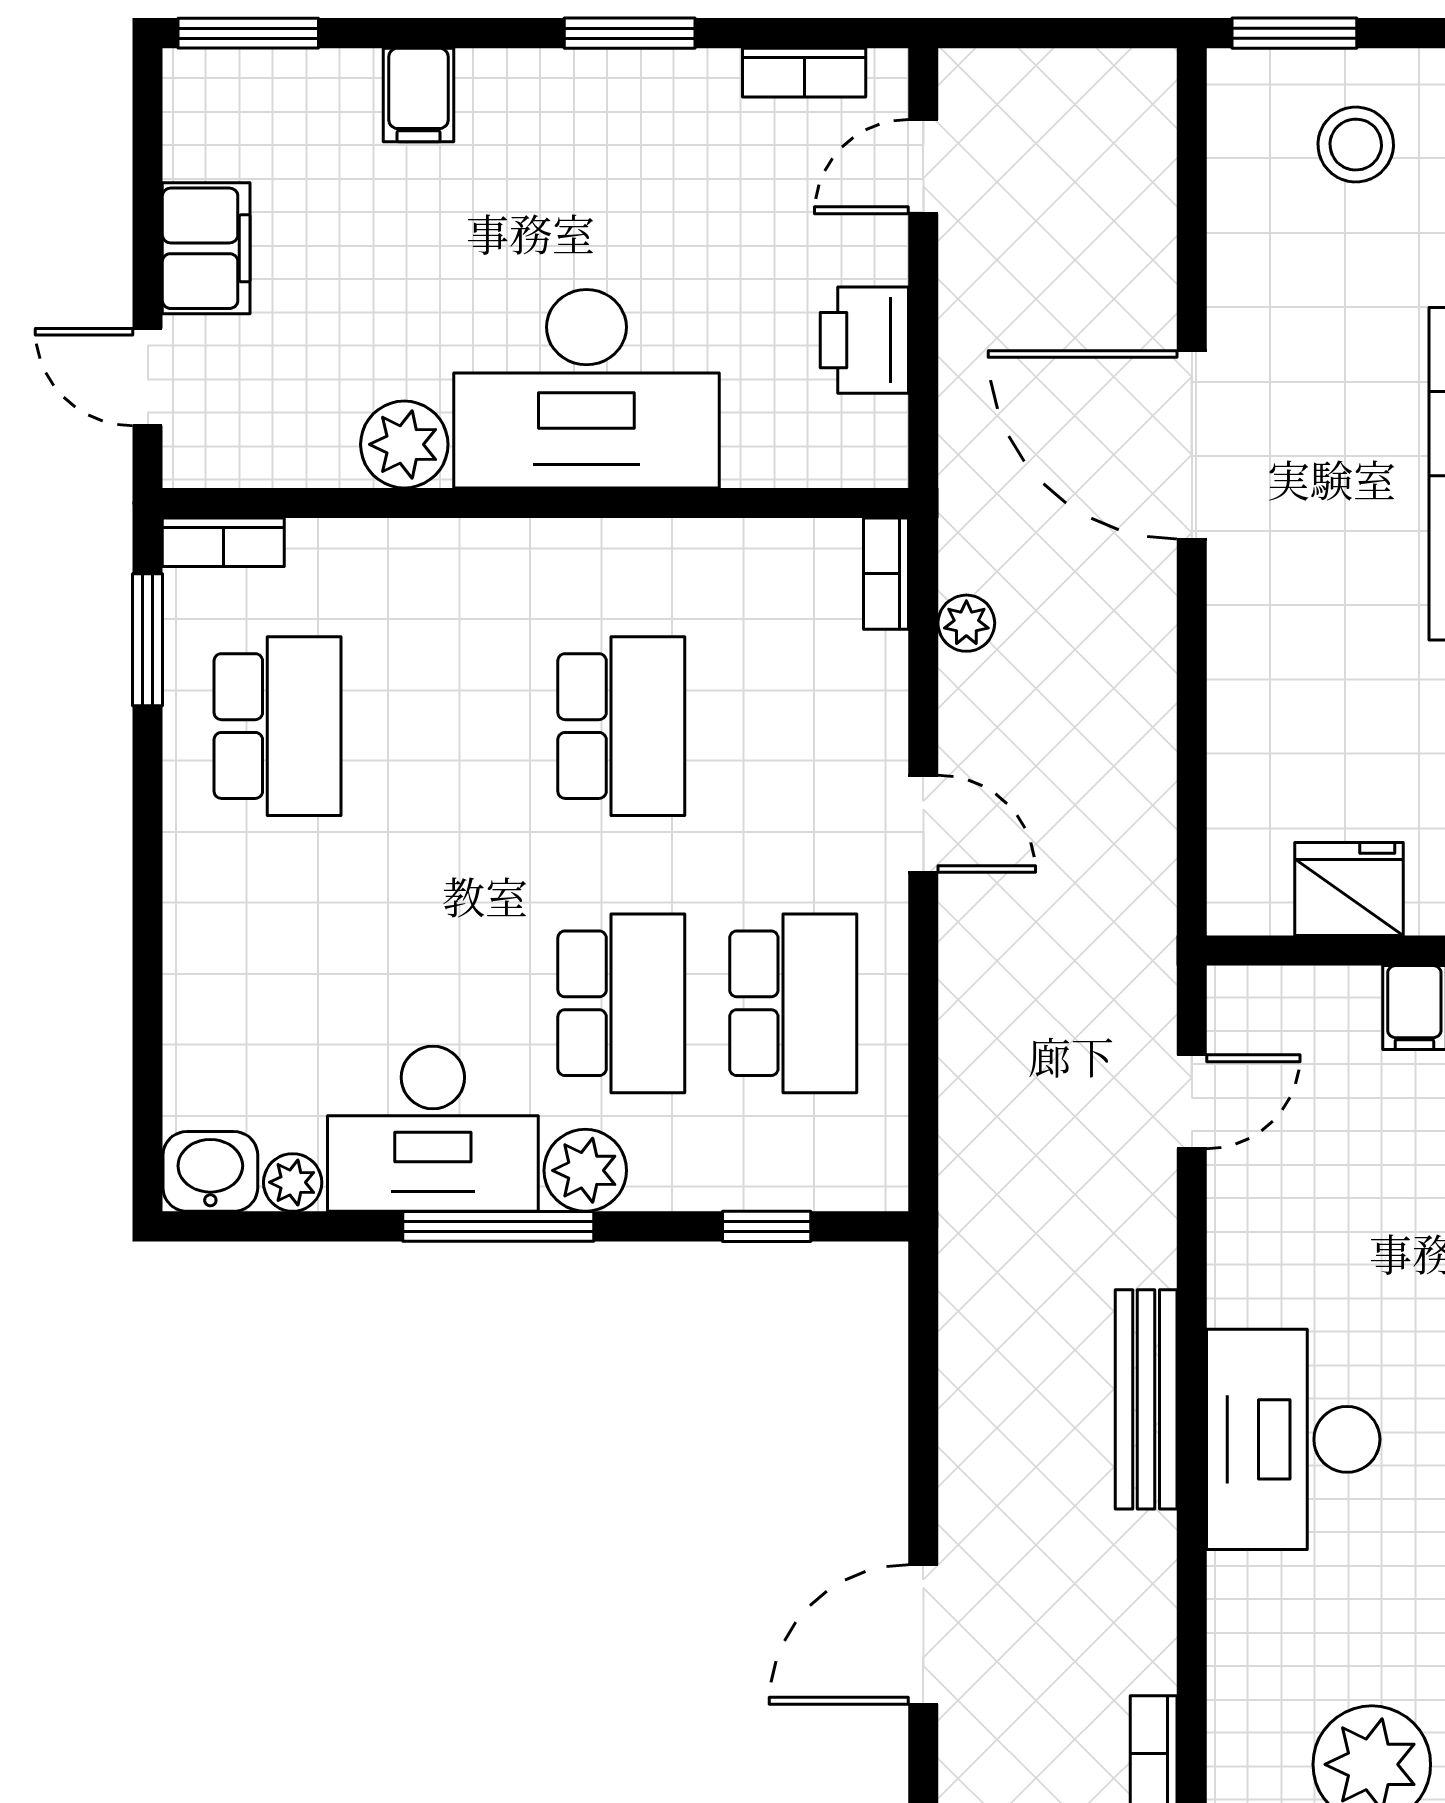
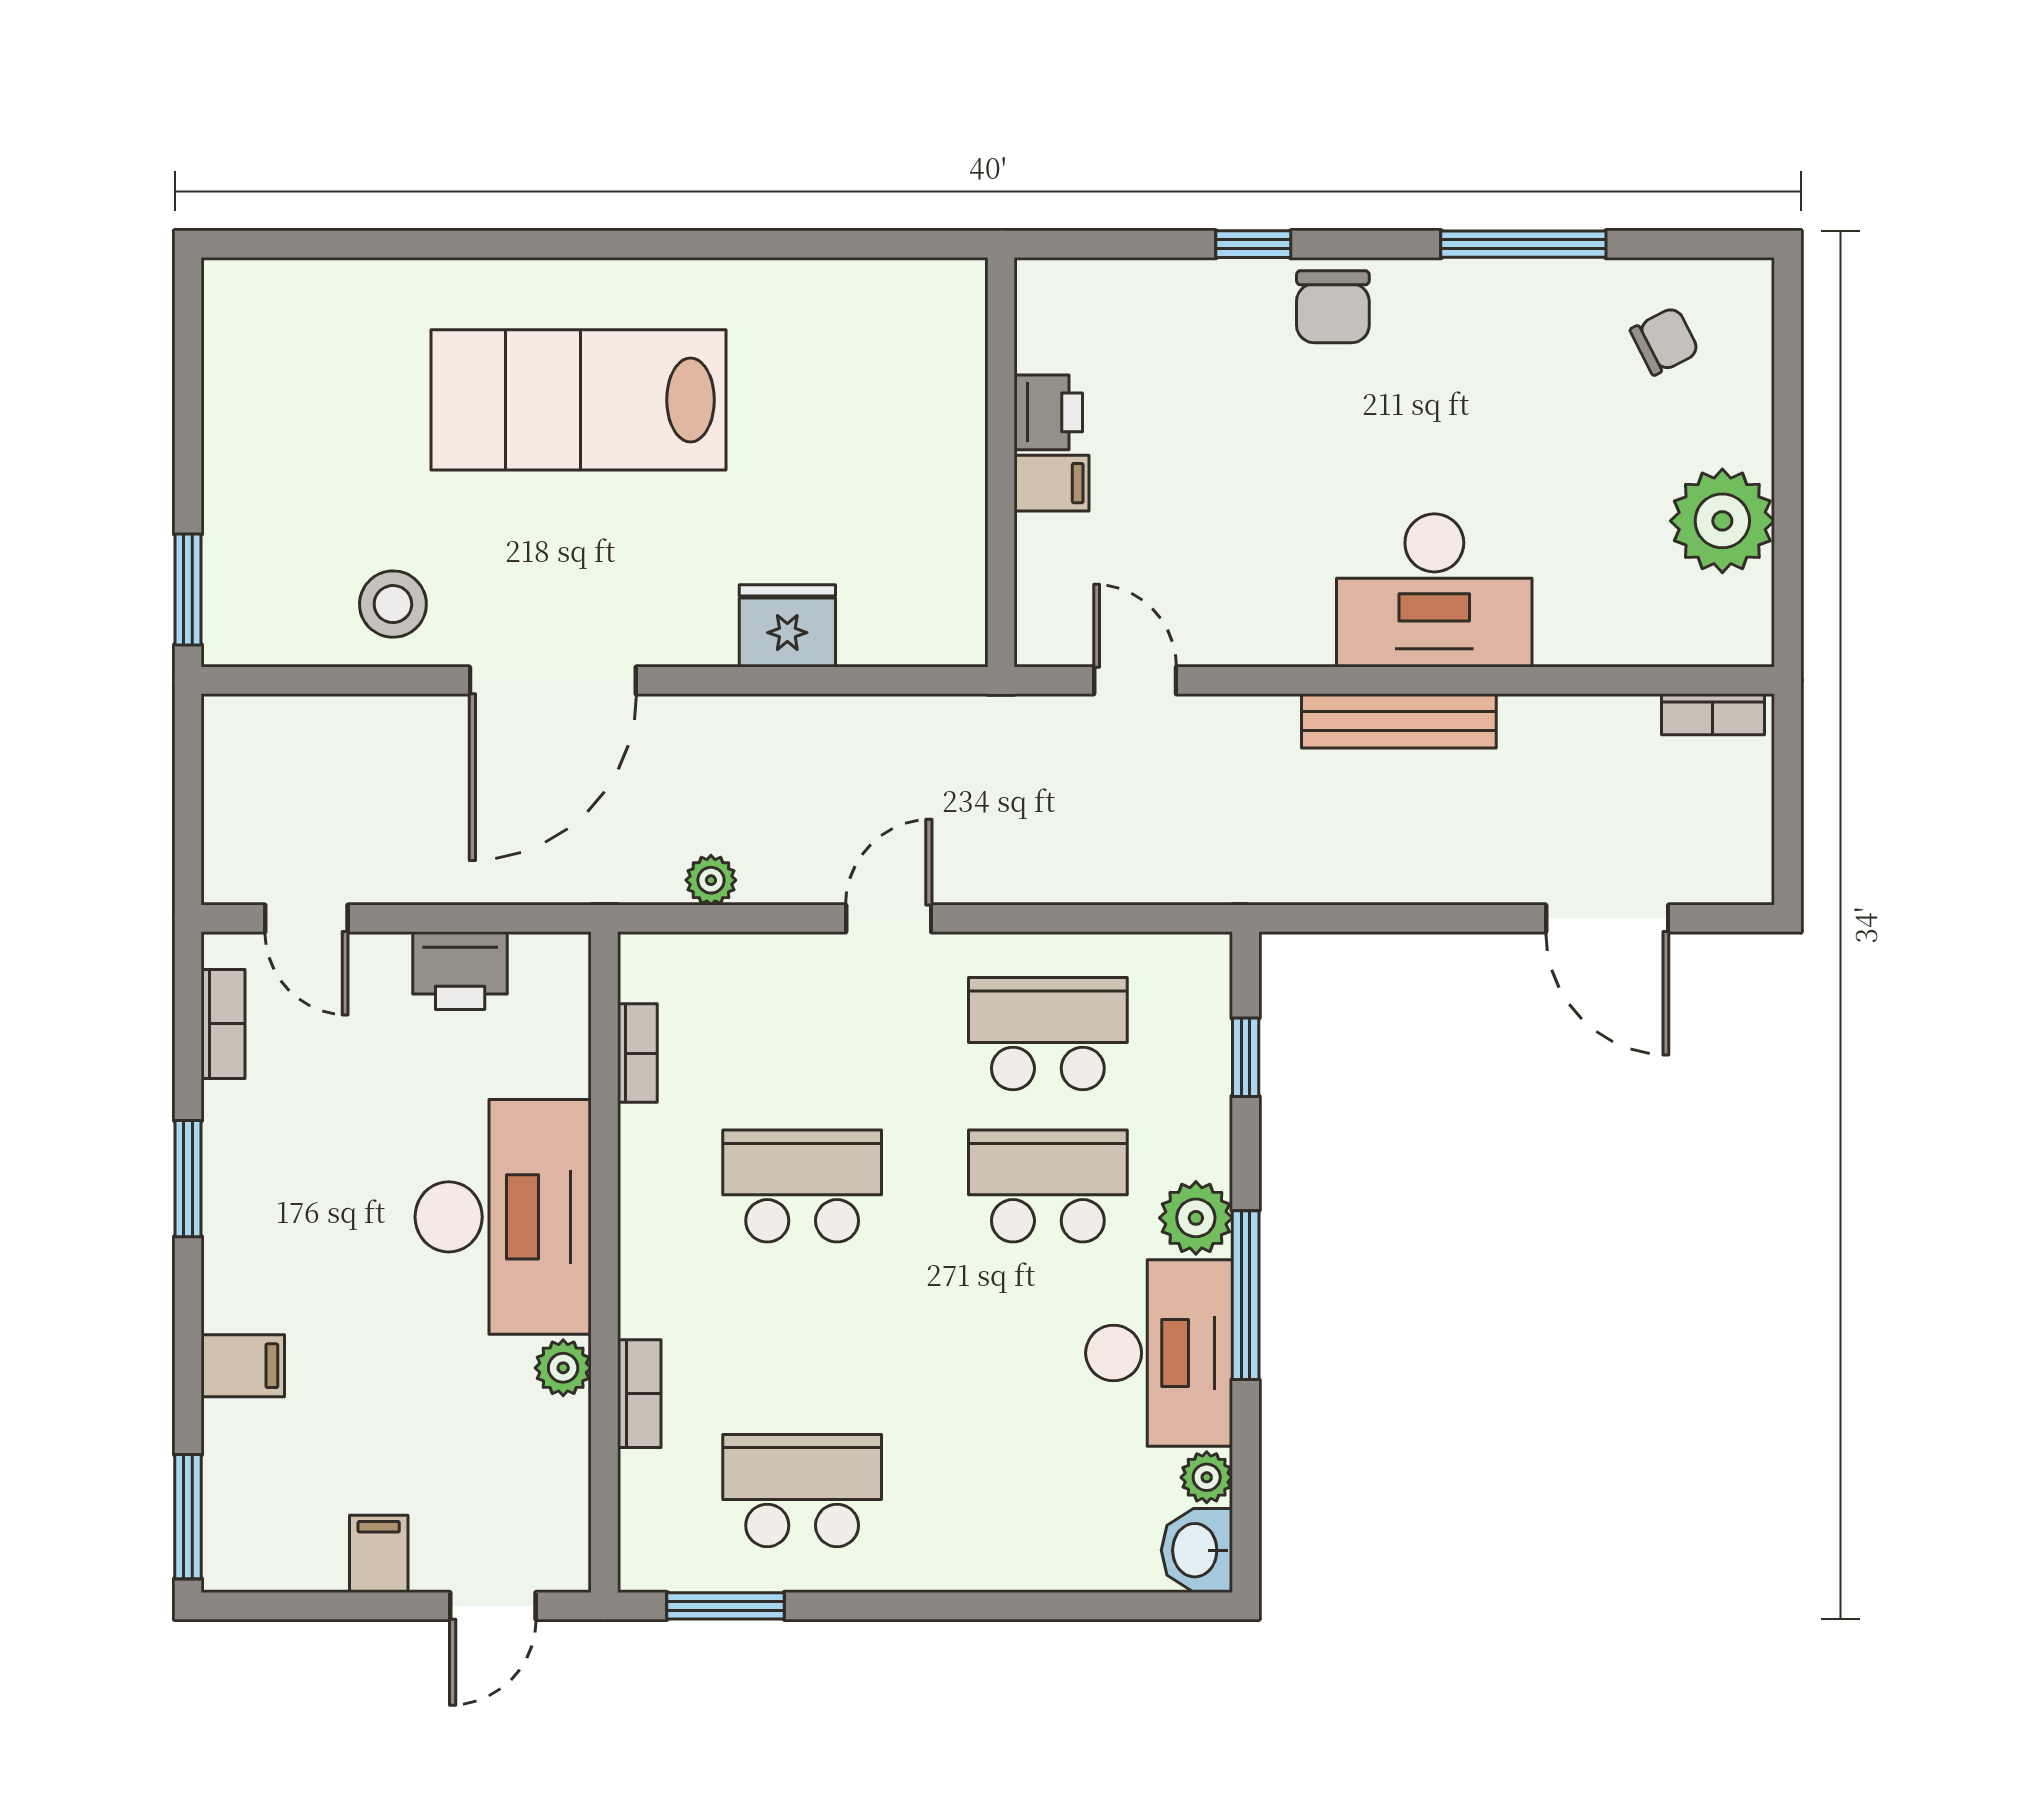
stool: (1356, 145) -> (393, 604), moved
filing cabinet: (206, 248) -> (379, 1554), width x0.50
plant: (404, 444) -> (563, 1368), width x0.73, depth x0.73
bookcase: (223, 542) -> (639, 1394), moved
bookcase: (886, 574) -> (637, 1053), moved, turned -90
fridge: (1349, 889) -> (787, 626), moved, turned 90

